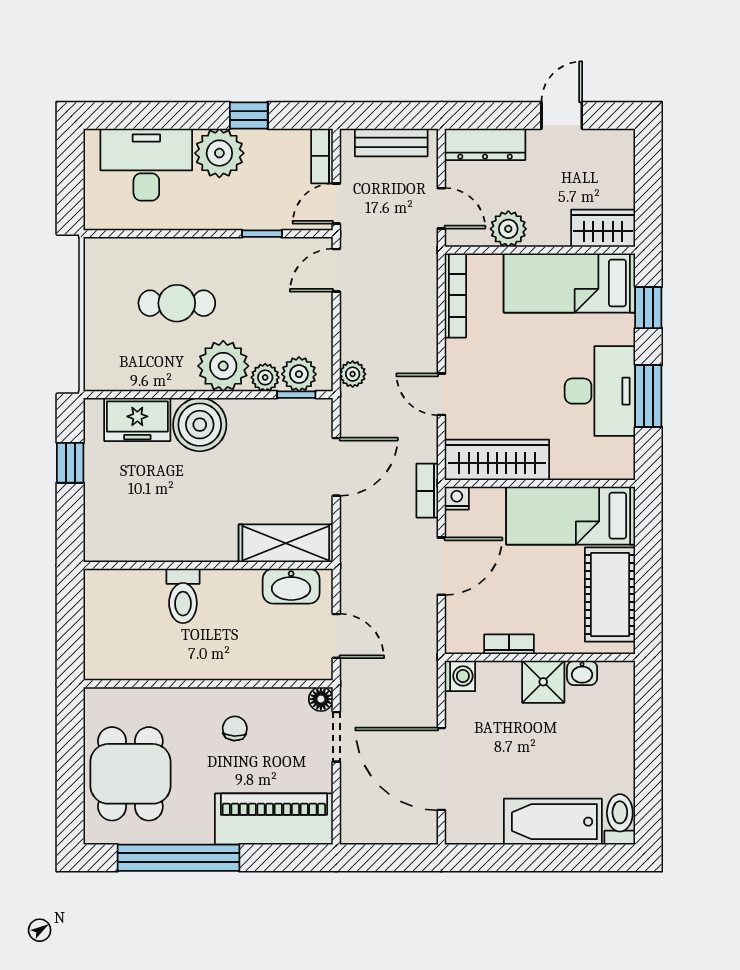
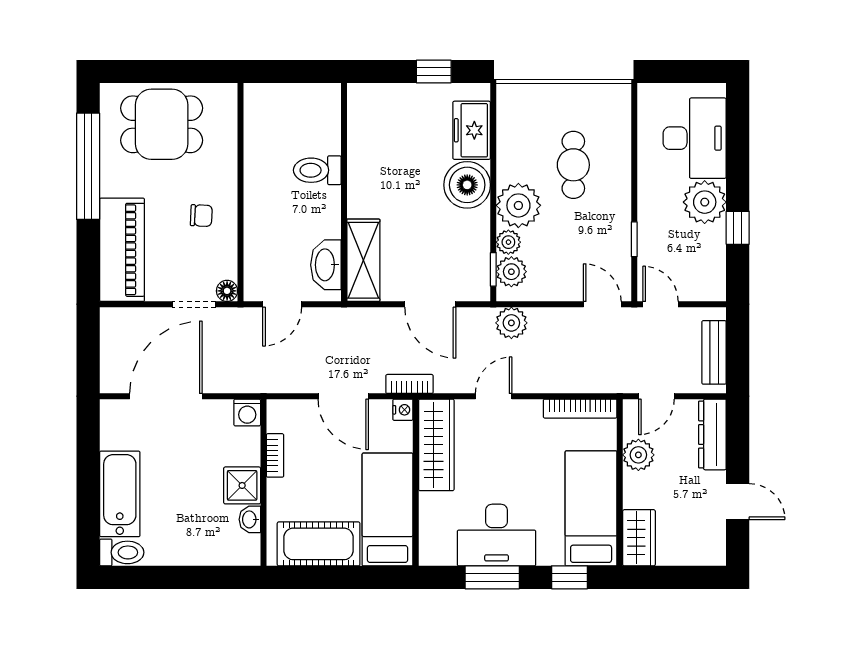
bookcase: (322, 156) -> (702, 292), removed
plant: (353, 374) -> (511, 323), width x1.38, depth x1.38

